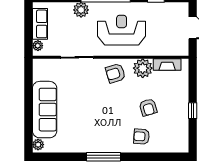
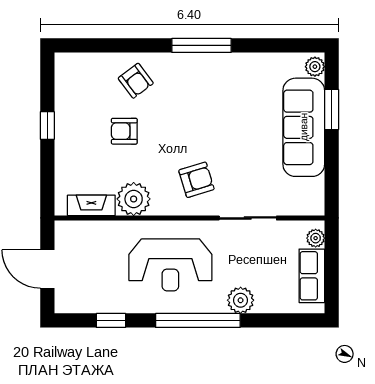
armchair: (115, 73) -> (196, 180), moved
armchair: (148, 107) -> (124, 131), turned -74
window: (29, 120) -> (332, 109), added
armchair: (142, 136) -> (136, 81), turned 49

